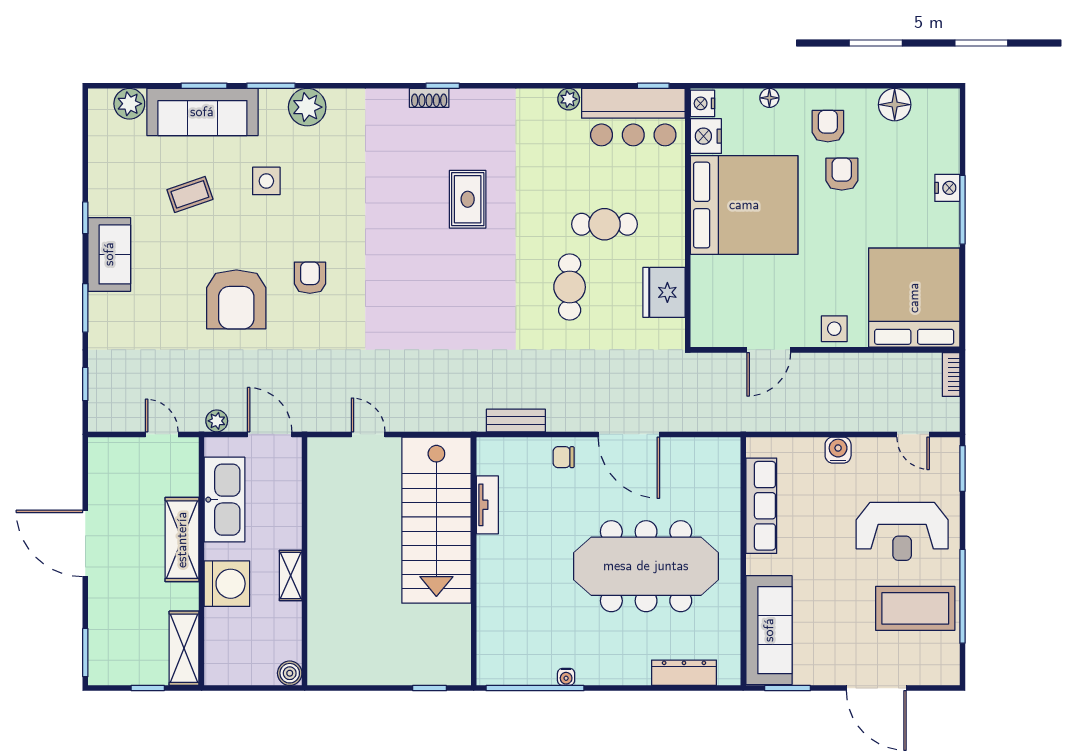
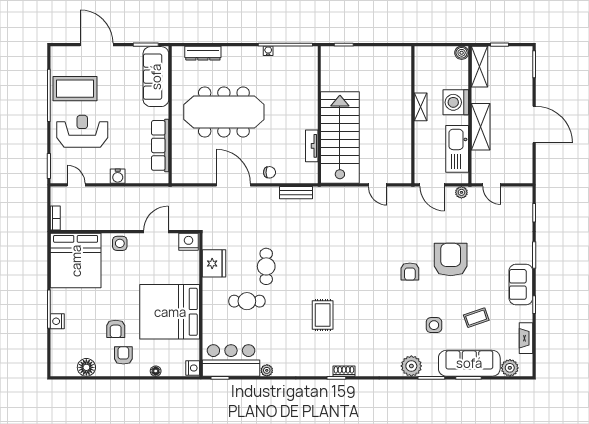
armchair: (828, 126) -> (123, 355), turned 180
nightstand: (706, 136) -> (189, 242), moved, turned -90
fireplace: (100, 157) -> (526, 338), added
boiler: (290, 673) -> (462, 53), moved

